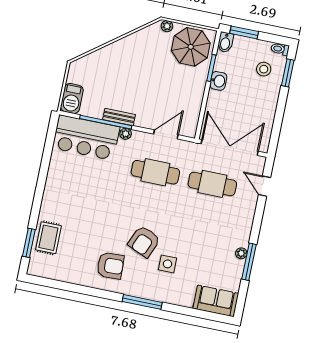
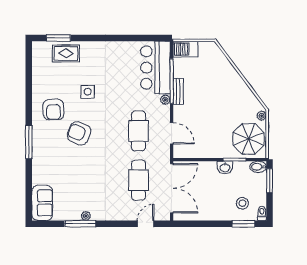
side table: (168, 264) -> (88, 92), moved

